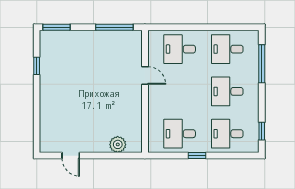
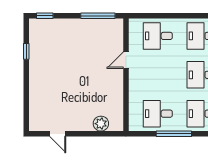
window: (57, 27) -> (45, 16), width x0.67
door: (145, 75) -> (126, 60), swing flipped
window: (197, 156) -> (174, 134), width x2.17

